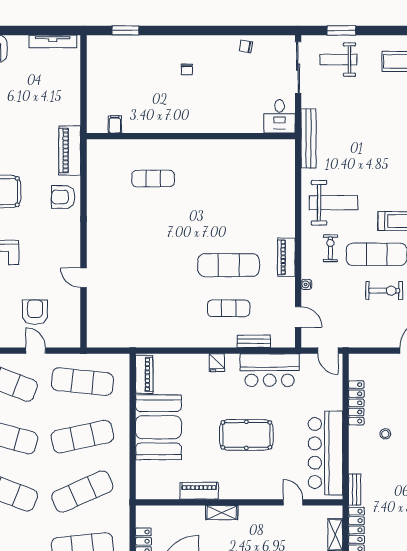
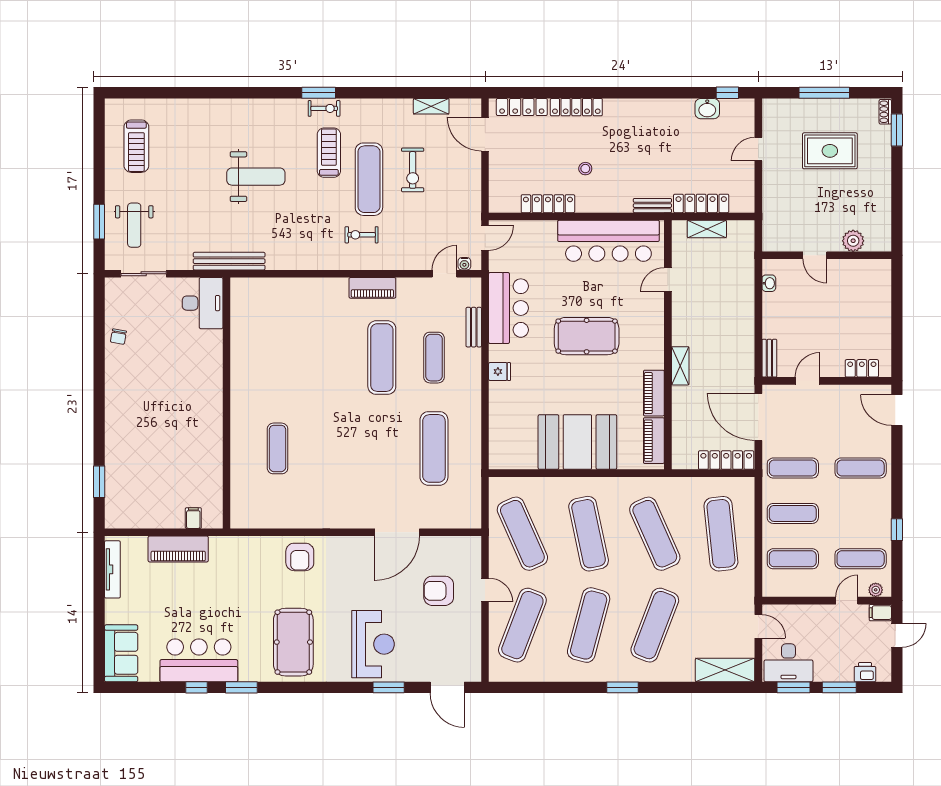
sliding door: (298, 67) -> (144, 274), width x0.73
chair: (187, 69) -> (146, 408), removed
desk: (279, 116) -> (203, 303), width x1.37
filing cabinet: (115, 124) -> (193, 518), moved, turned 90
piano: (70, 150) -> (178, 549), moved
weight bench: (333, 203) -> (256, 177), moved, turned 90
door: (84, 278) -> (397, 532), width x1.87
water cooler: (306, 284) -> (464, 264), moved
exercise bike: (384, 291) -> (413, 170), turned 180
exercise mat: (153, 308) -> (434, 448), added
door: (36, 351) -> (485, 590), swing flipped
piano: (144, 374) -> (654, 441), moved, turned -90
exercise mat: (82, 382) -> (522, 534), turned -30
pool table: (246, 435) -> (587, 336), turned 90

